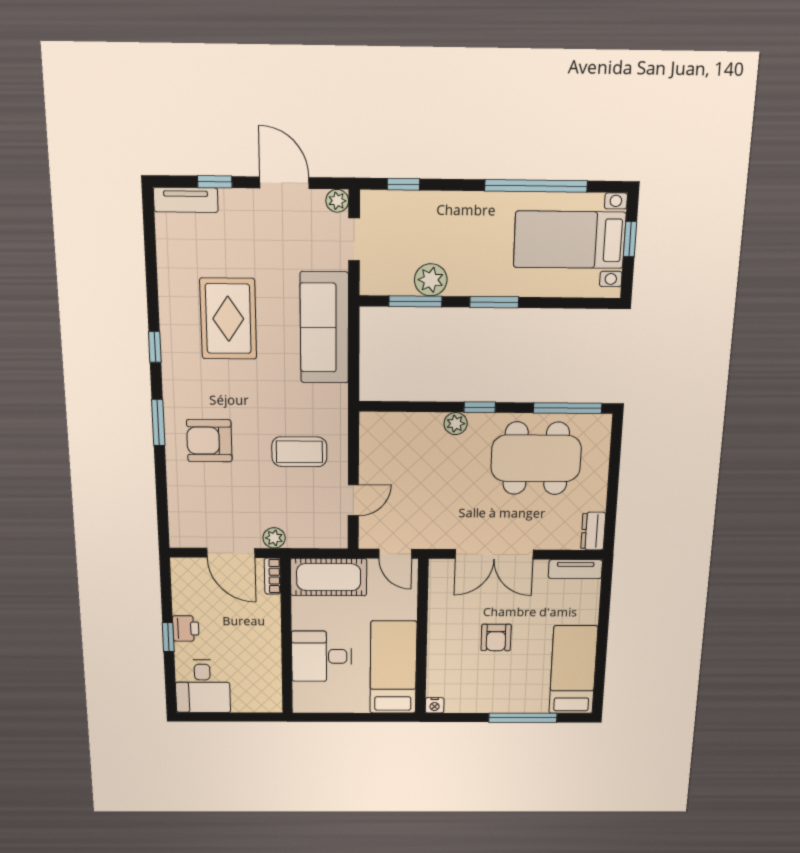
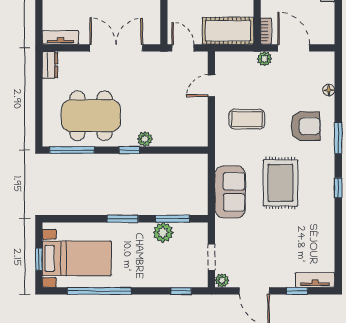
rug: (228, 319) -> (280, 183), moved
sofa: (324, 328) -> (230, 192), width x0.73
floor lamp: (176, 493) -> (329, 90), added

